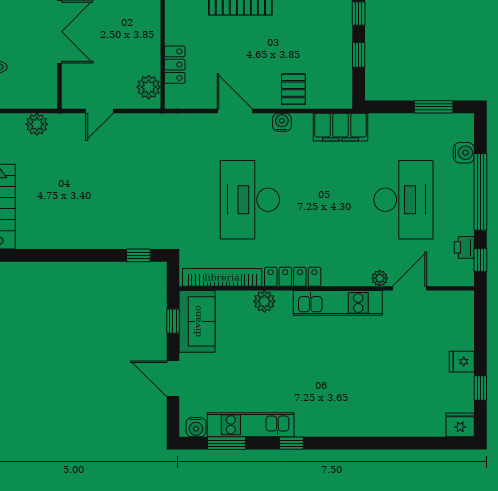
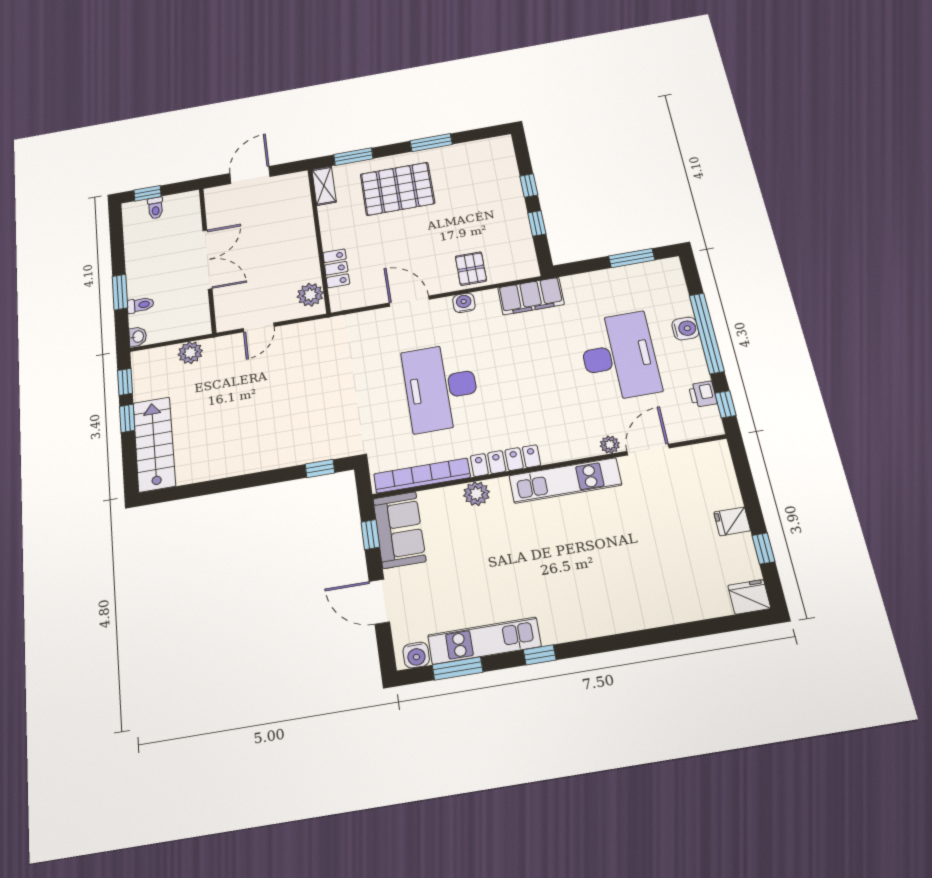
water cooler: (464, 153) -> (685, 329), moved

